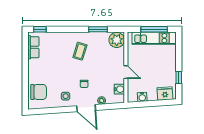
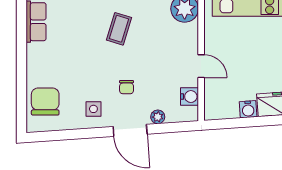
chair: (39, 92) -> (45, 102), turned -90
water cooler: (142, 97) -> (248, 109), moved

